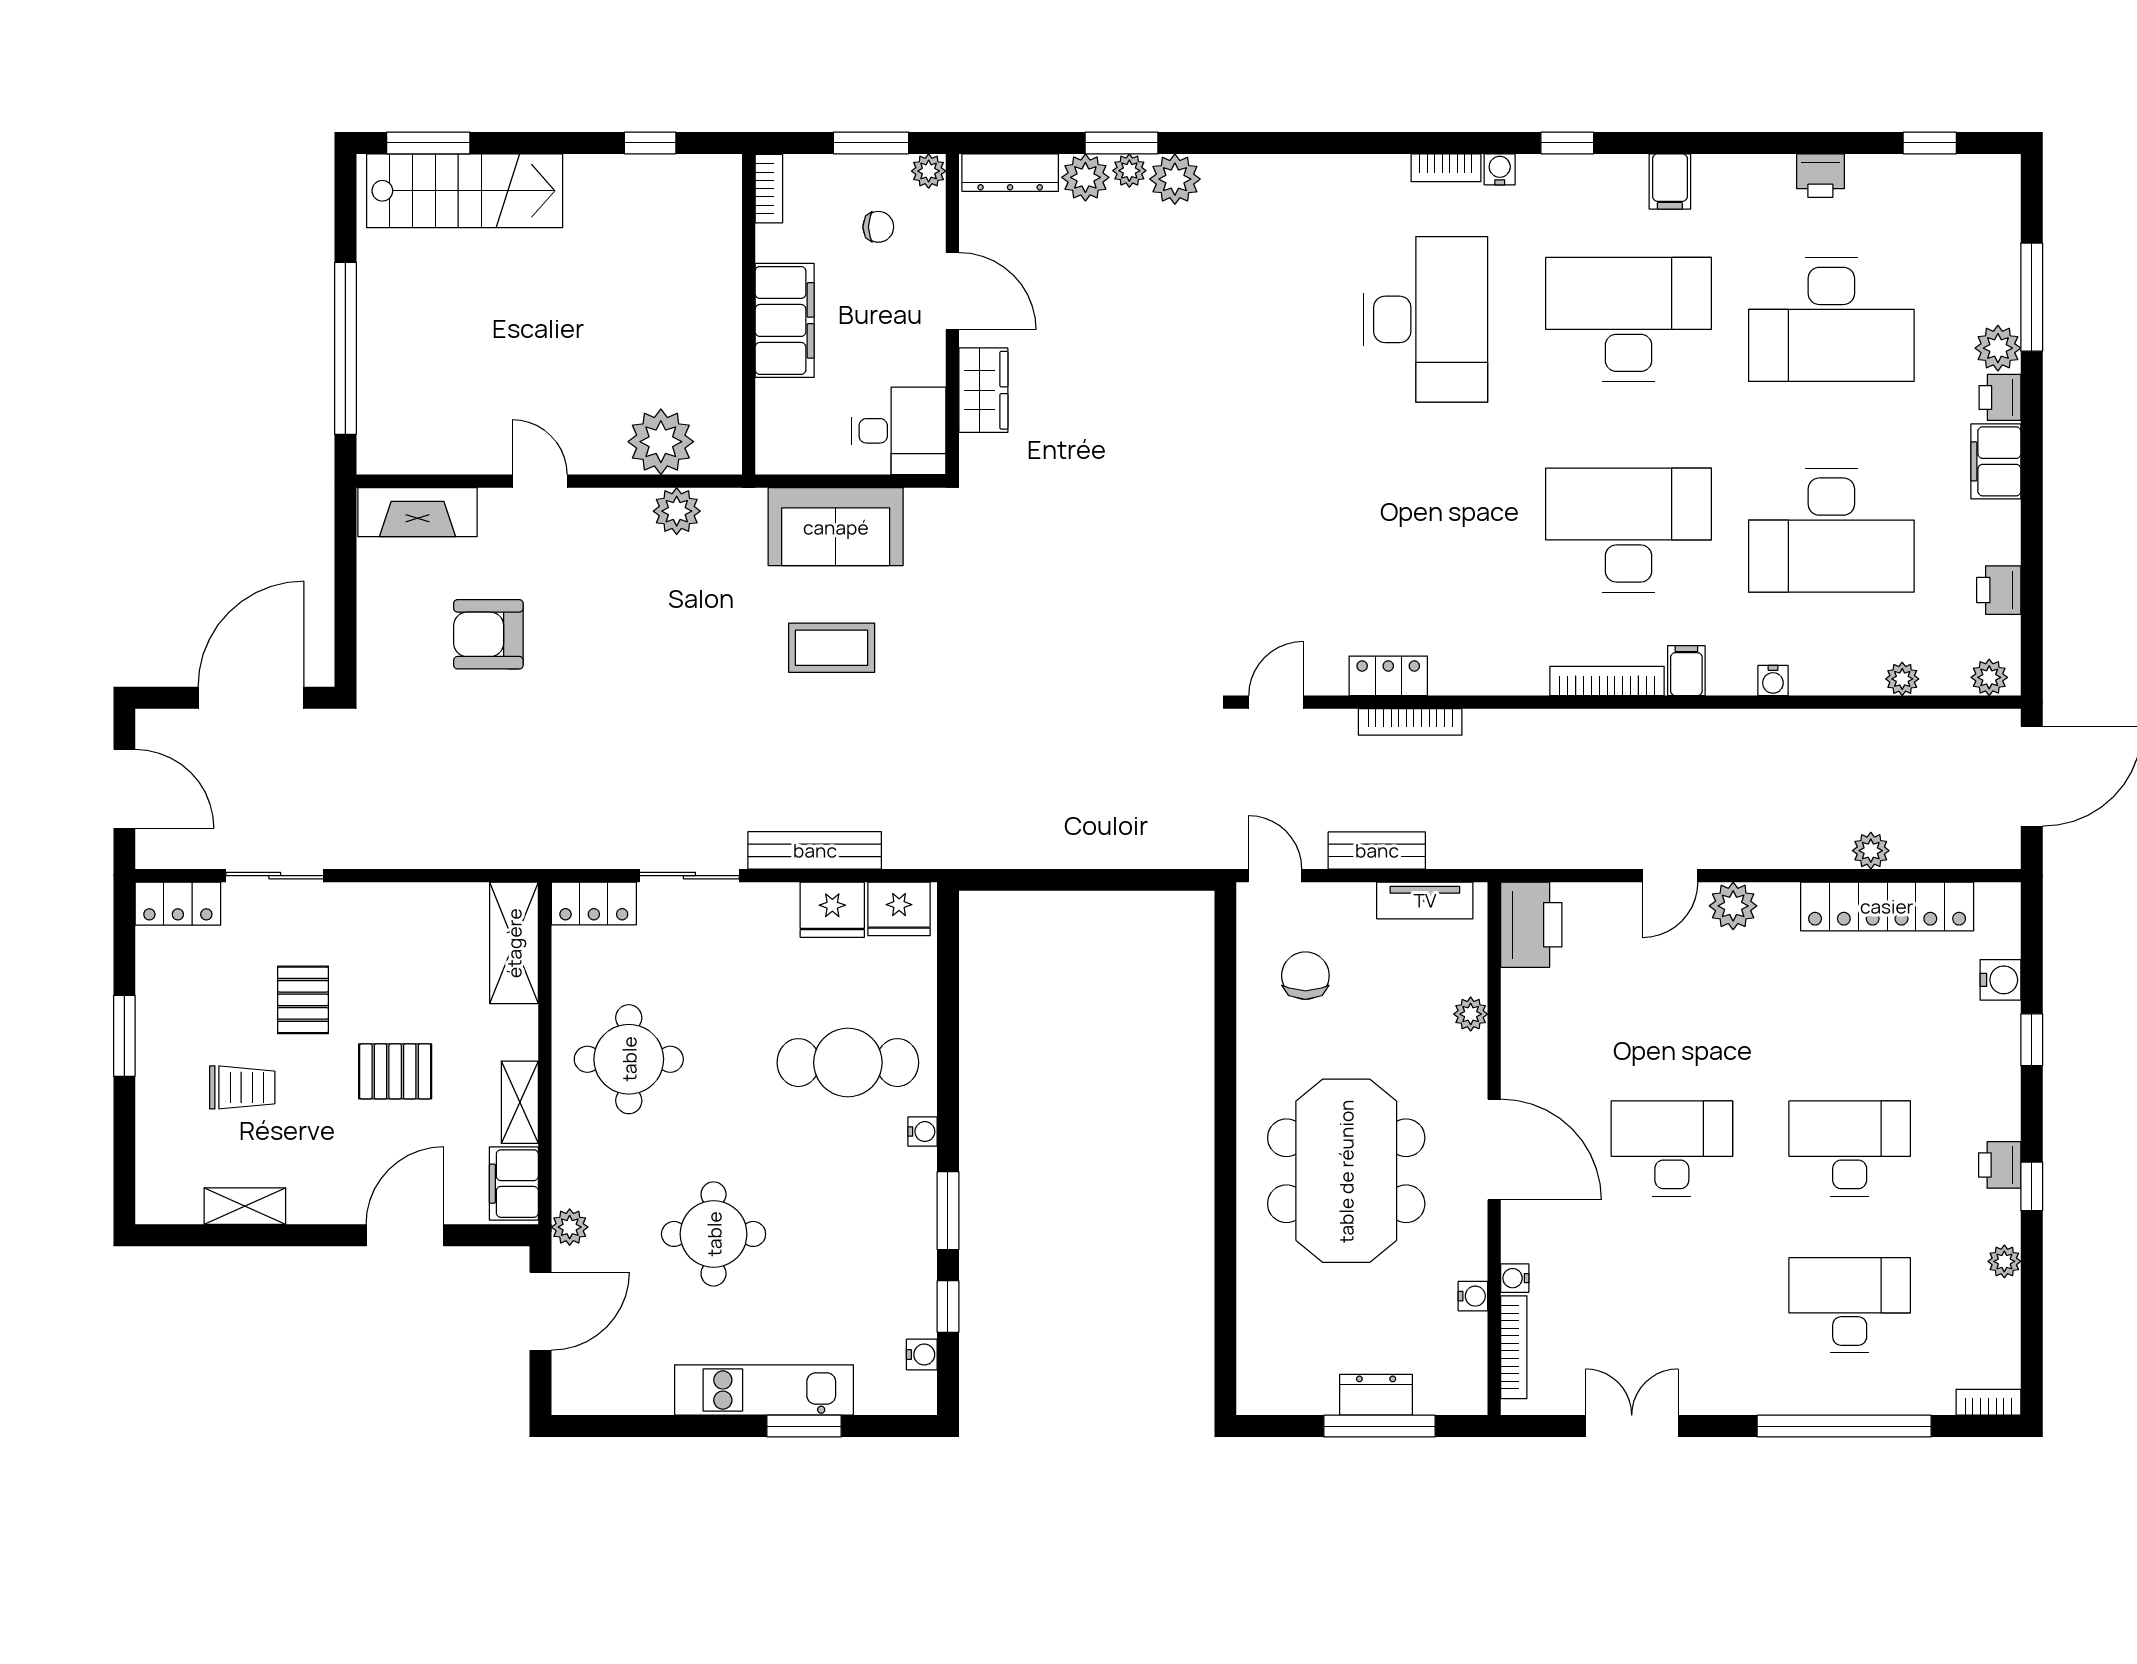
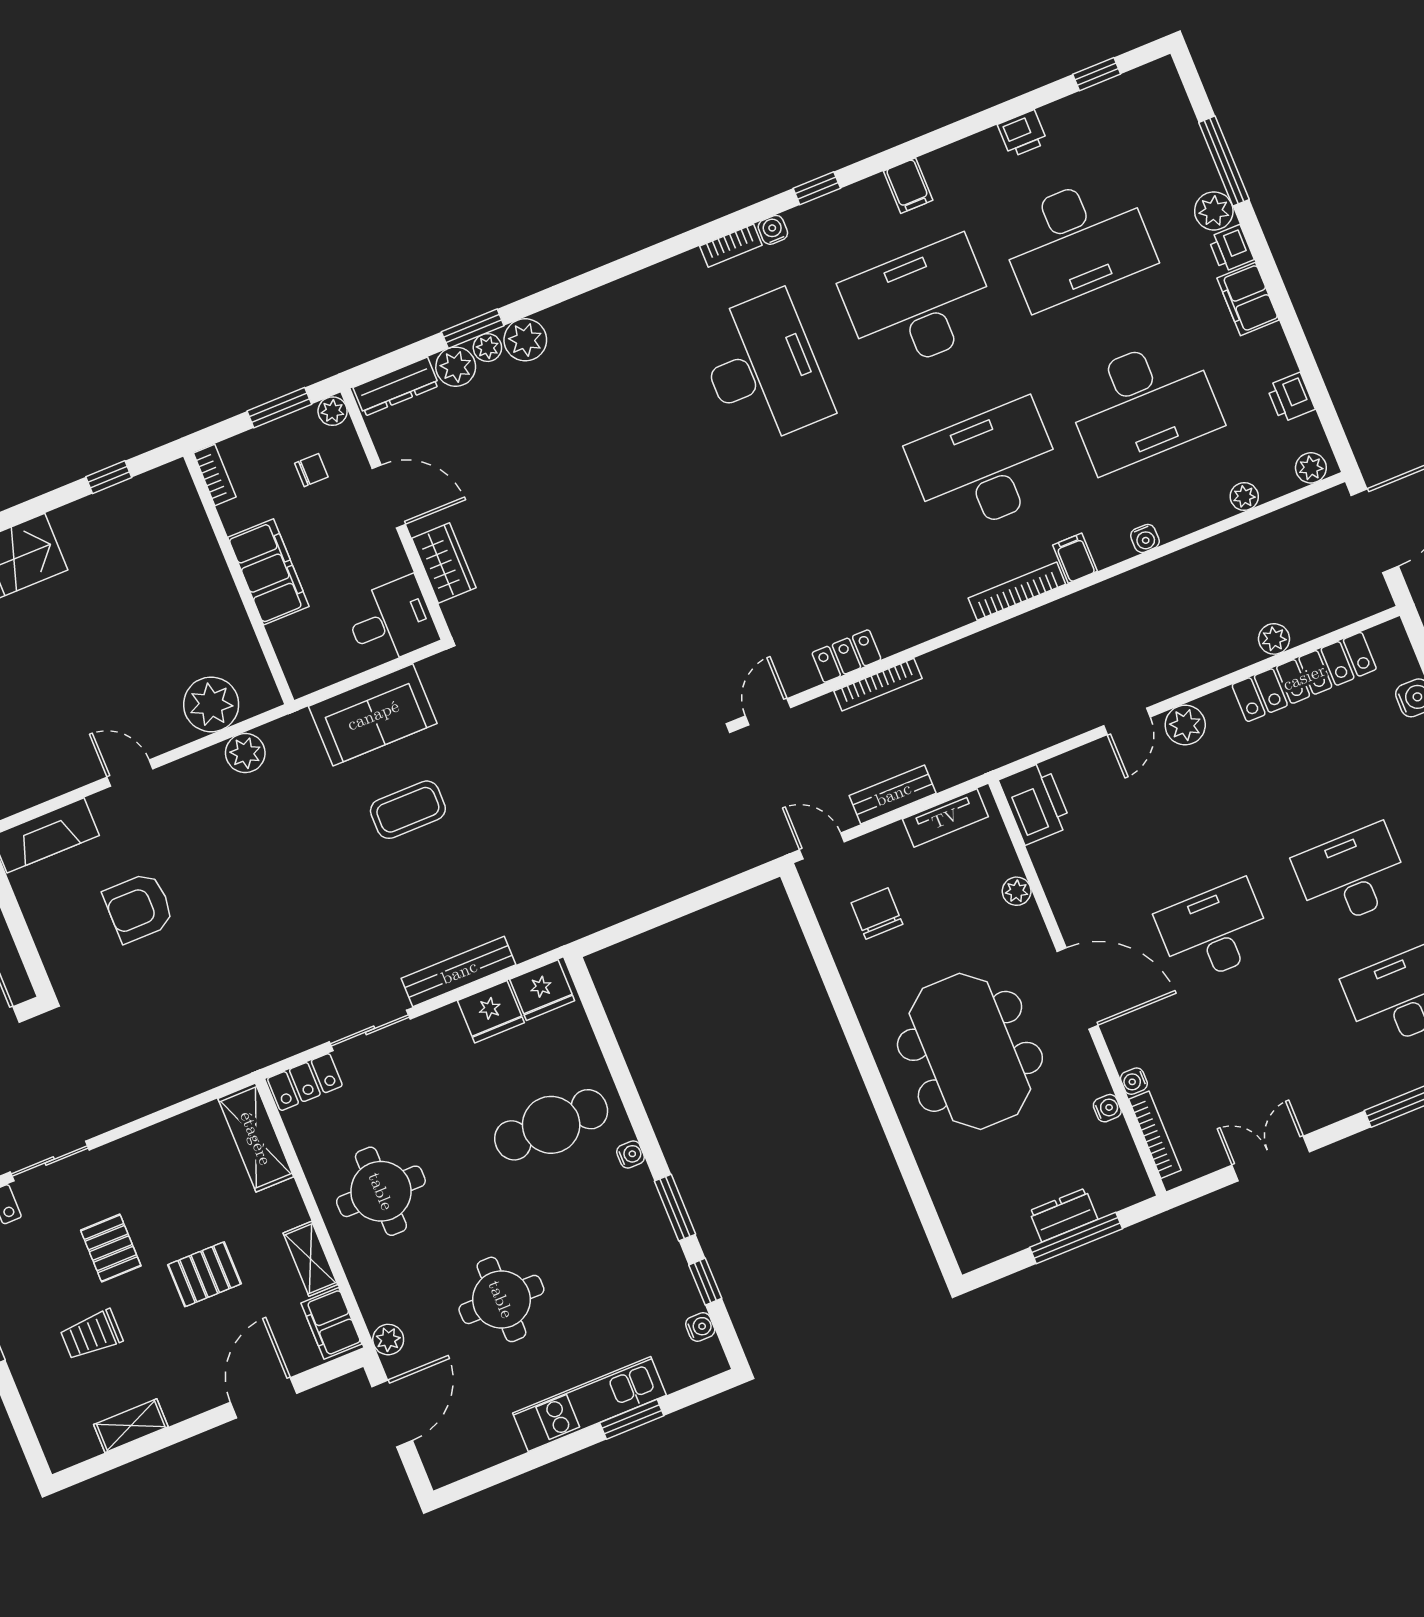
trolley: (242, 1087) -> (91, 1335), turned 180

